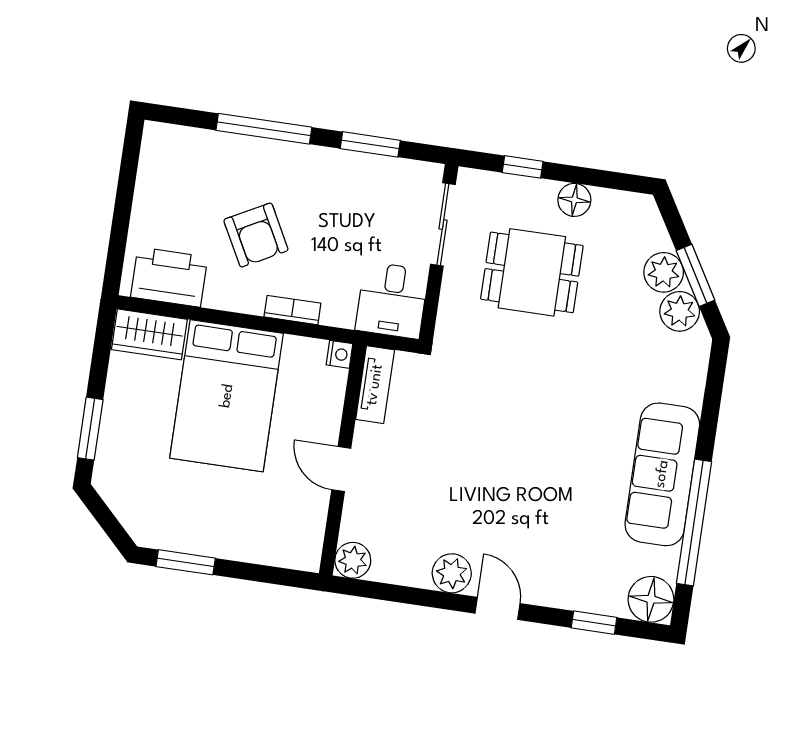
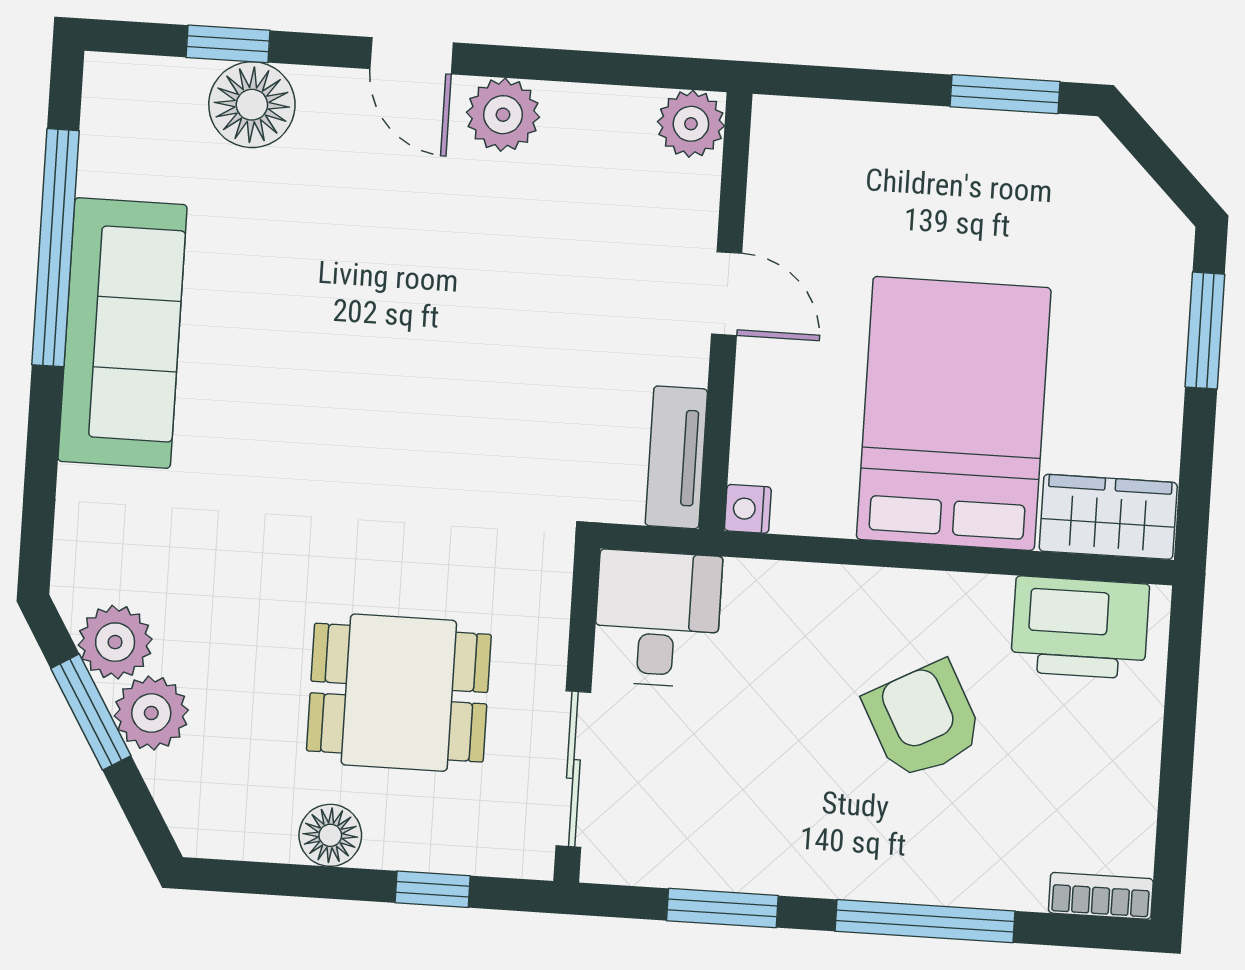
bookcase: (292, 310) -> (1101, 896), moved, turned 180
floor lamp: (651, 599) -> (252, 105), moved

